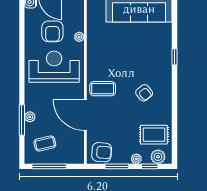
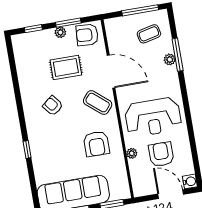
armchair: (110, 51) -> (96, 144), added
coffee table: (103, 89) -> (98, 103), turned 40
rug: (154, 135) -> (66, 67), moved
plant: (158, 157) -> (26, 40), removed
plant: (136, 159) -> (60, 32), moved

